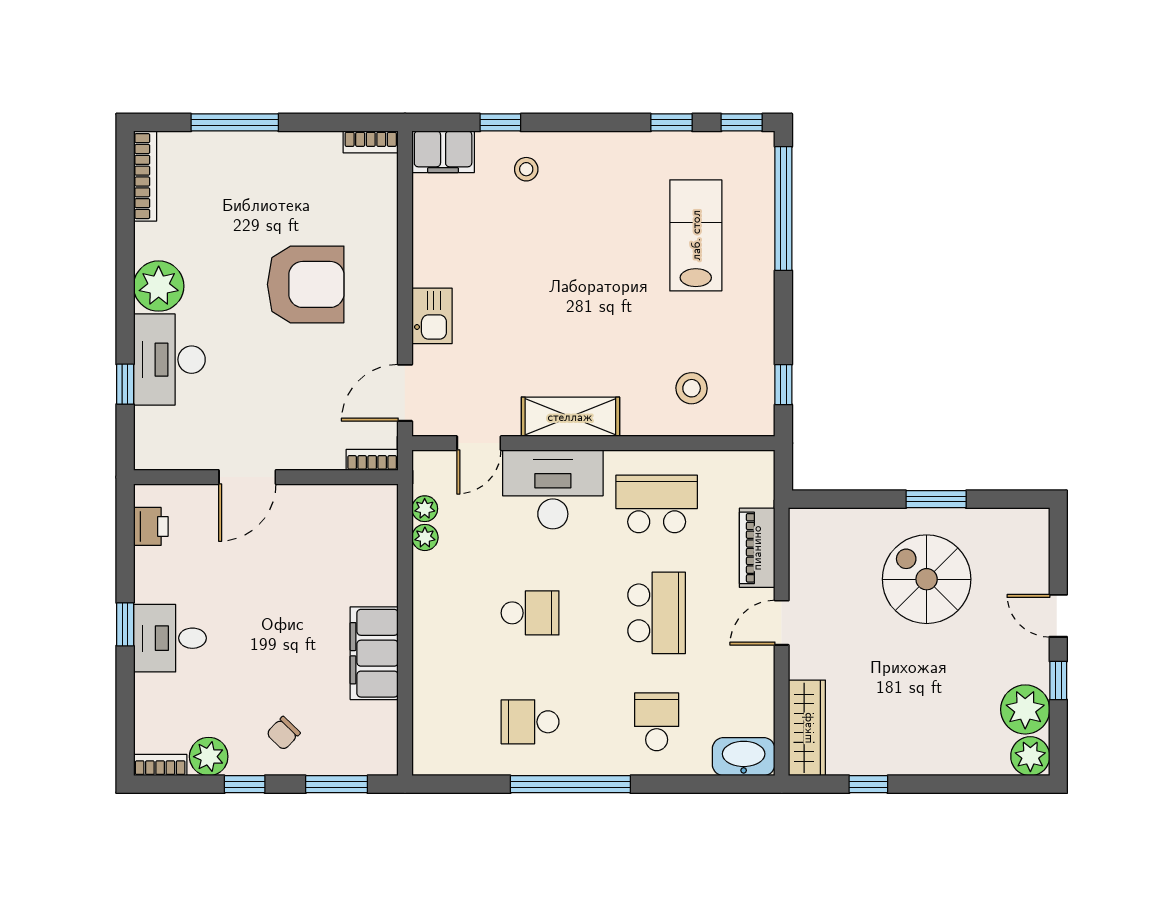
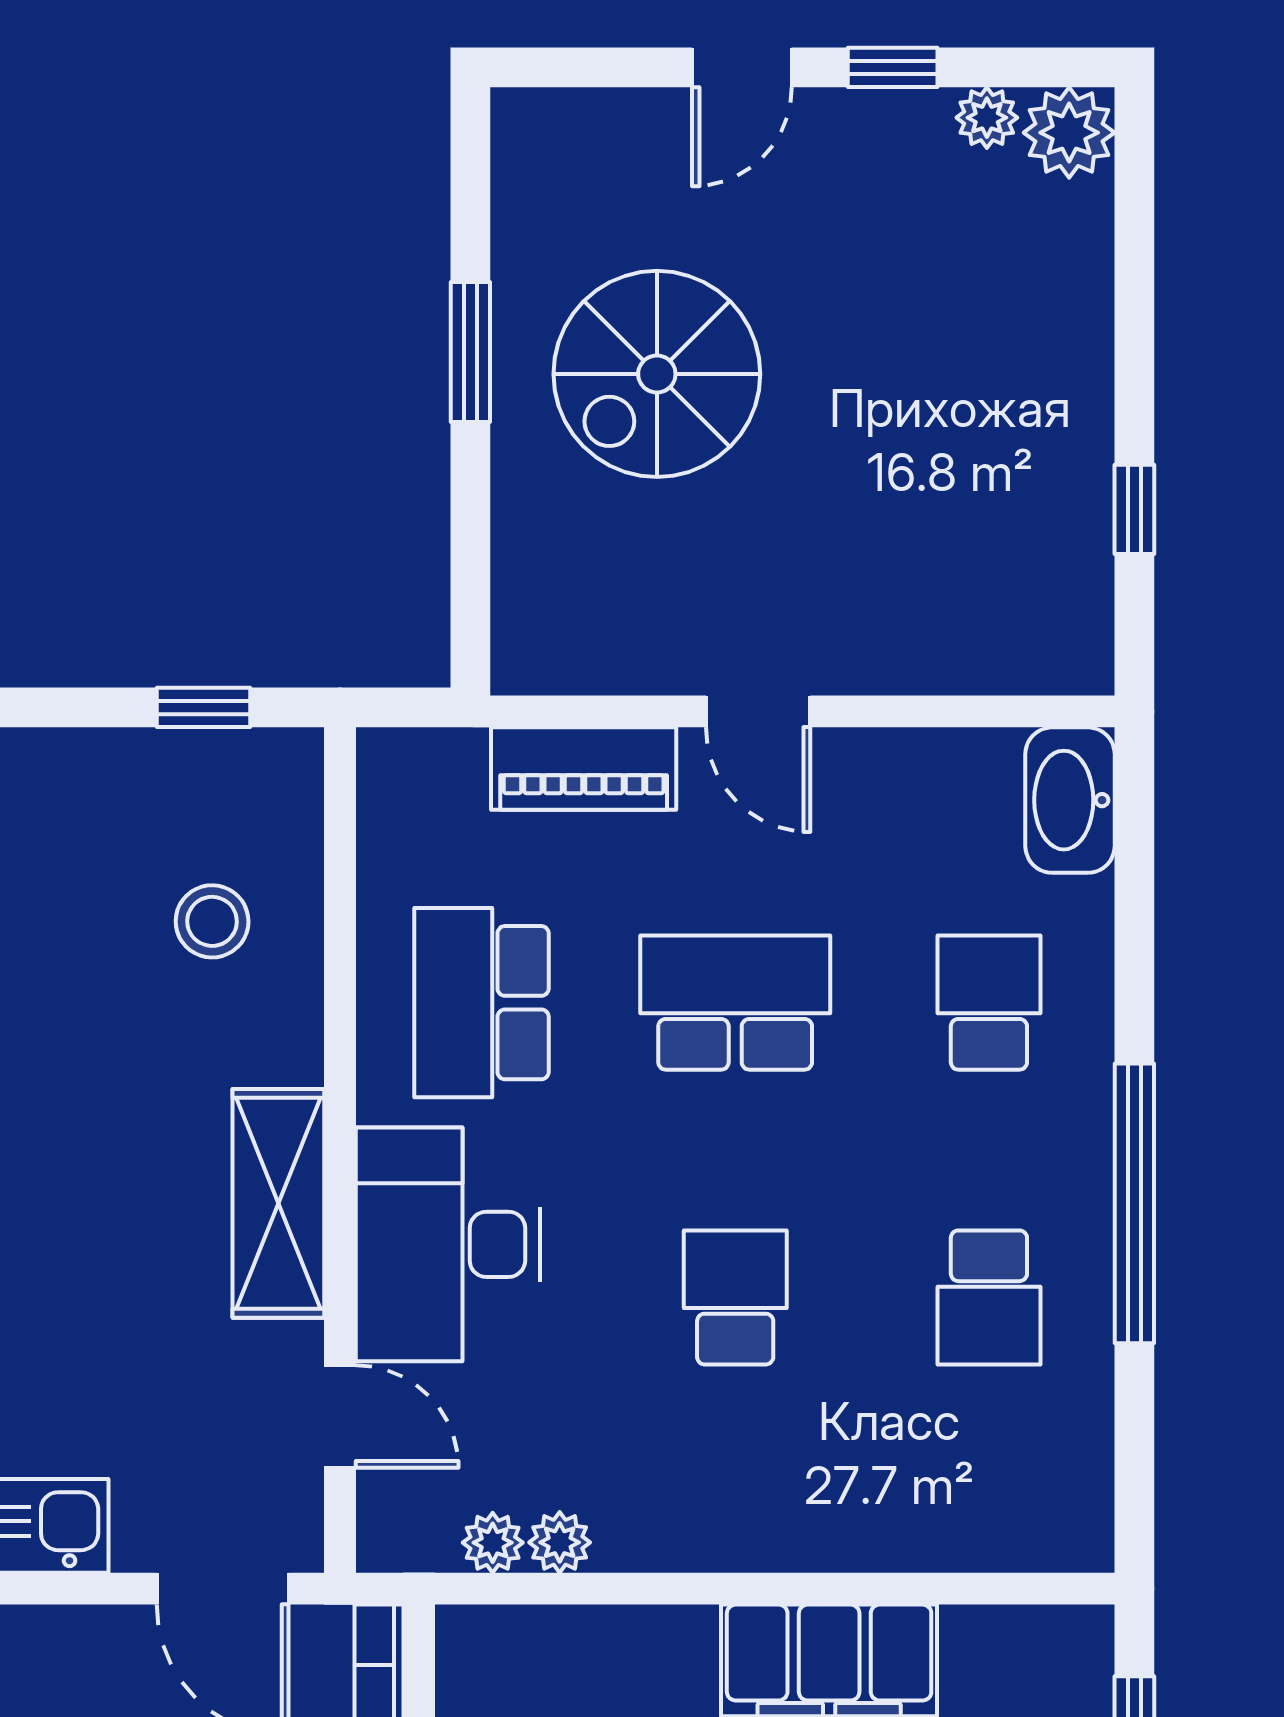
plant: (1025, 709) -> (987, 118), width x0.53, depth x0.53
school desk: (657, 722) -> (989, 1003), turned 90
wardrobe: (807, 728) -> (1003, 653), removed

